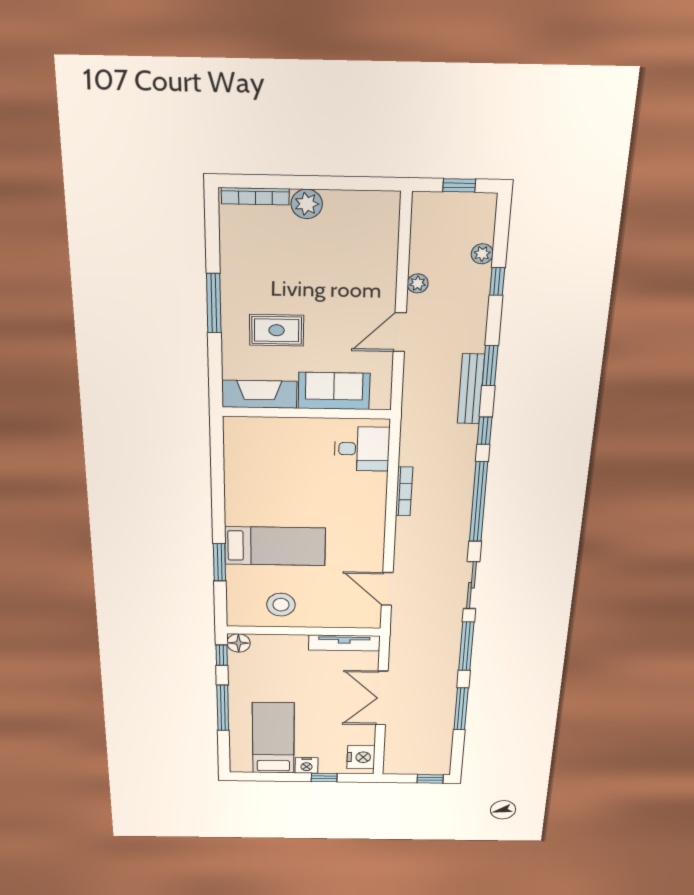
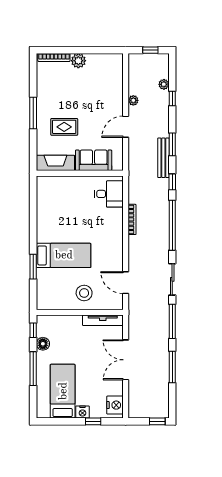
stool: (281, 605) -> (84, 293), moved
floor lamp: (239, 643) -> (43, 344), moved

